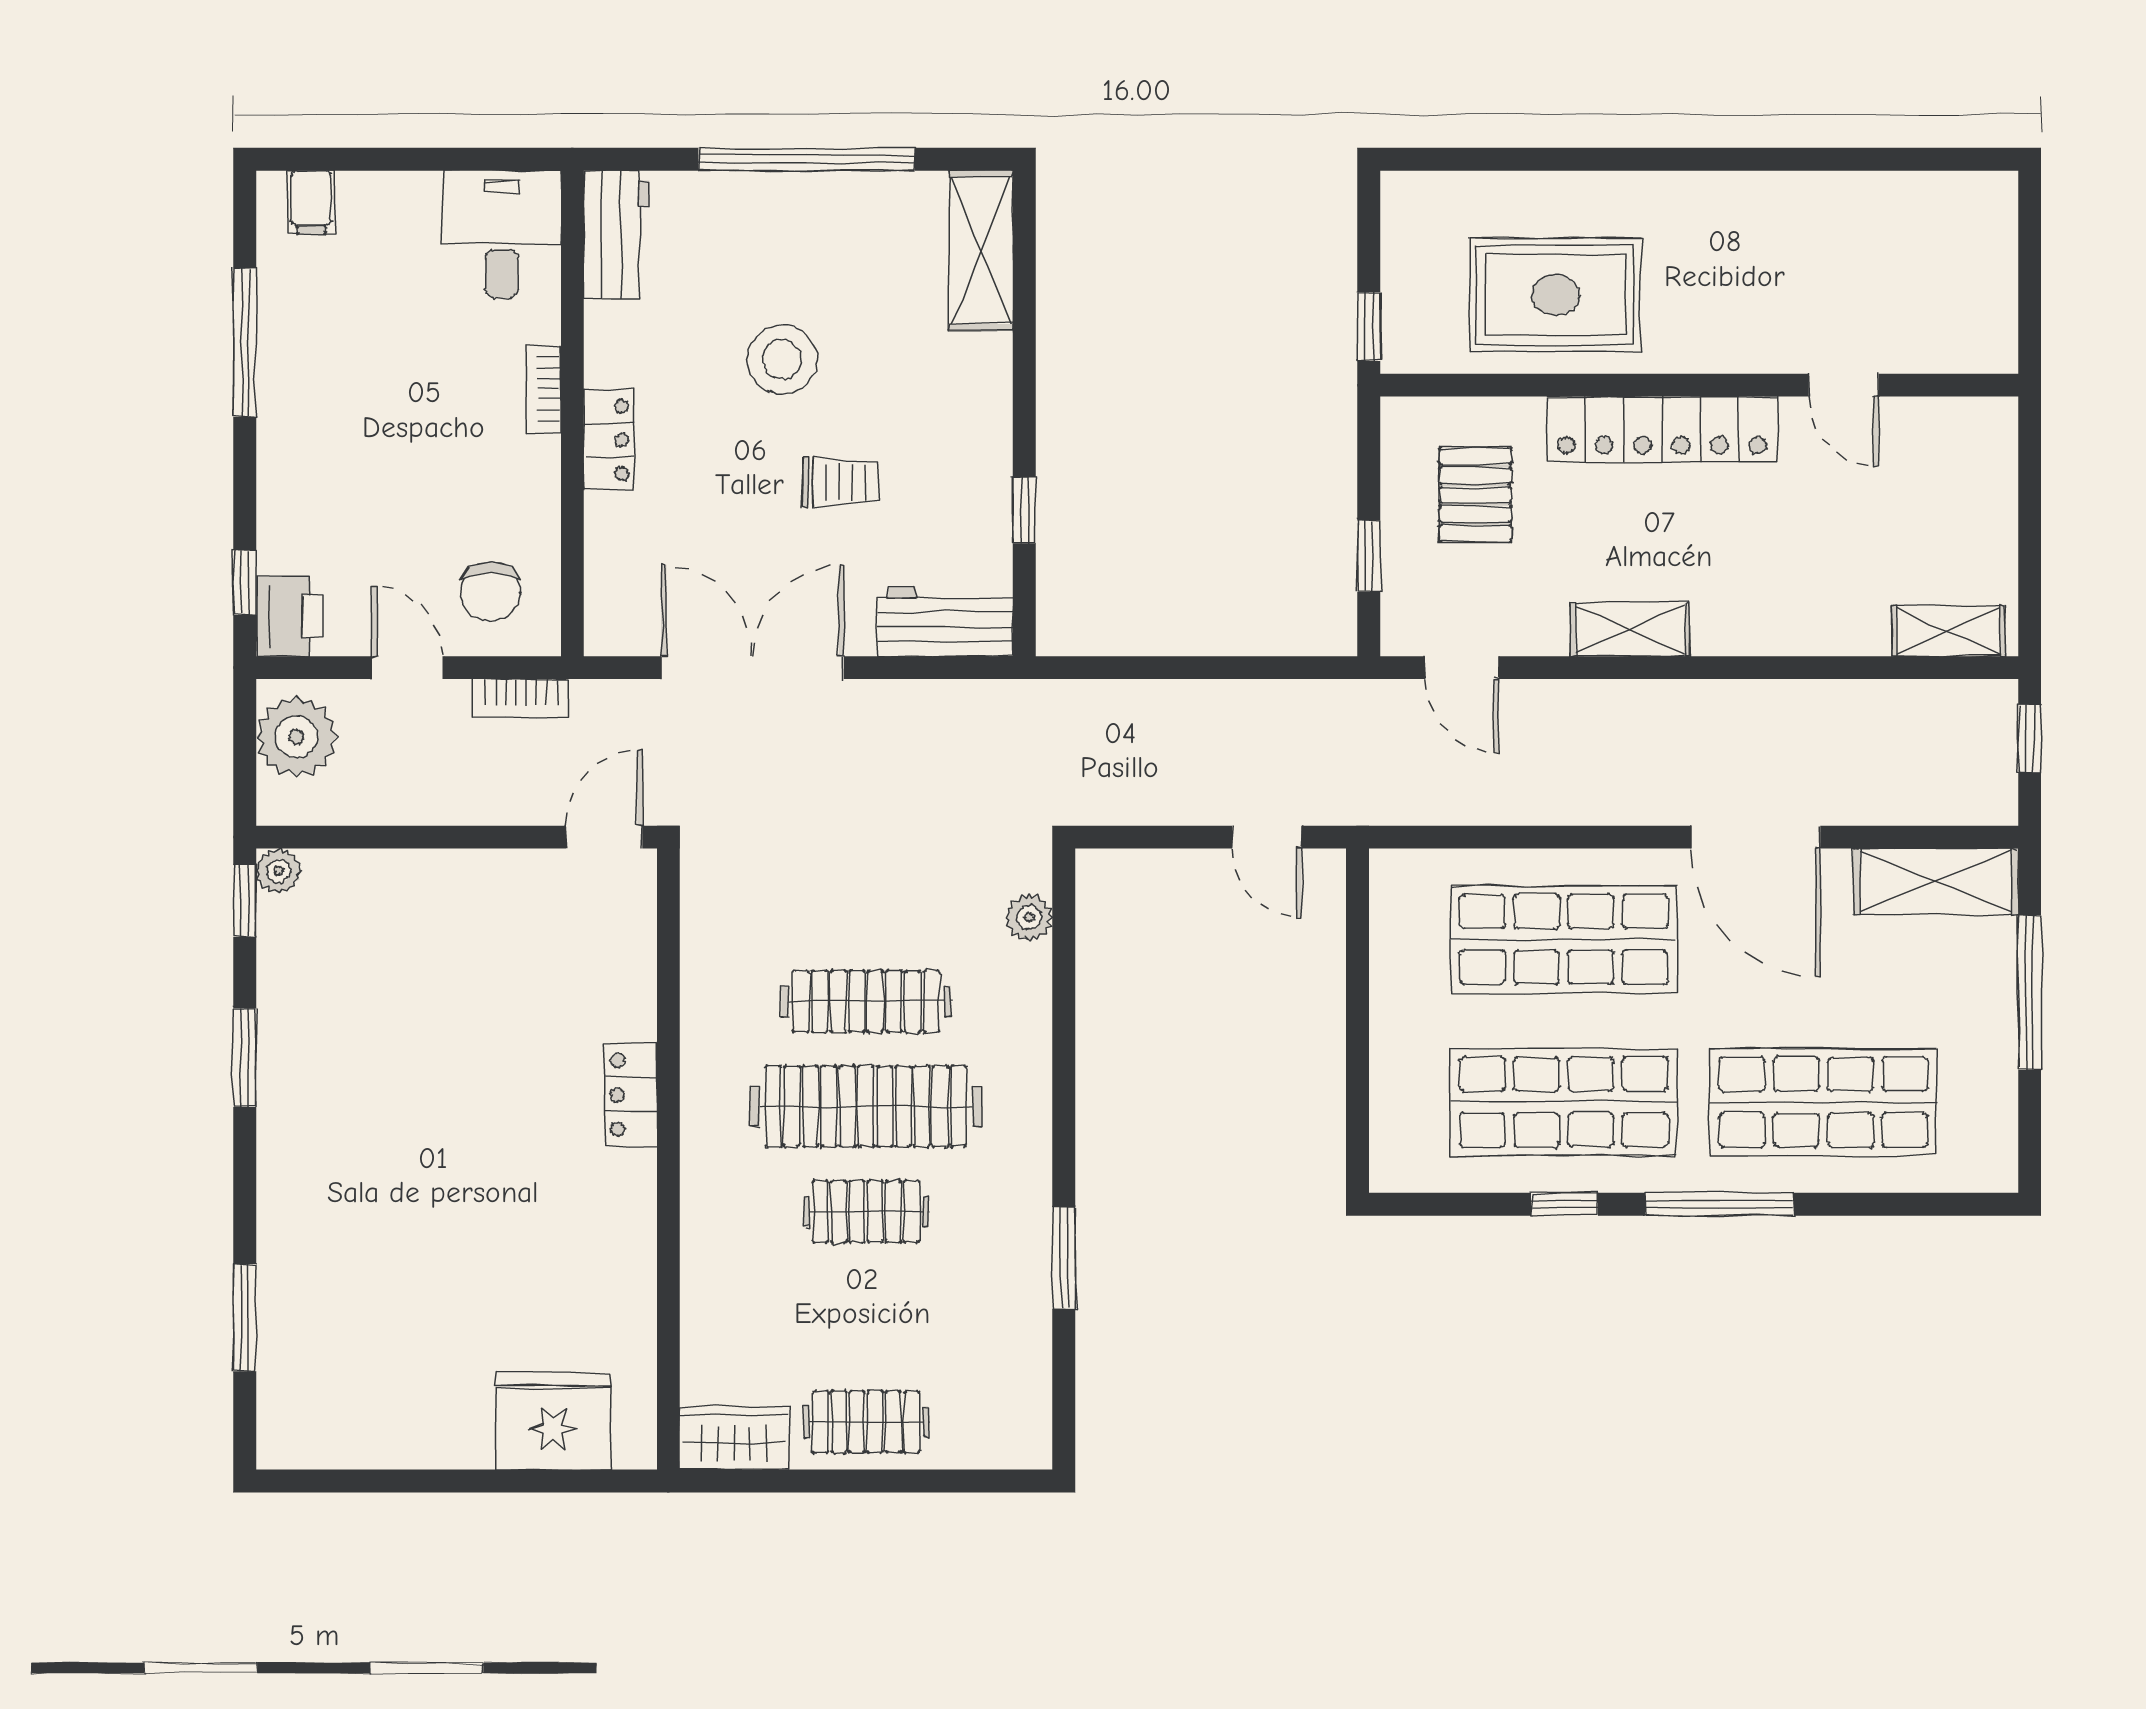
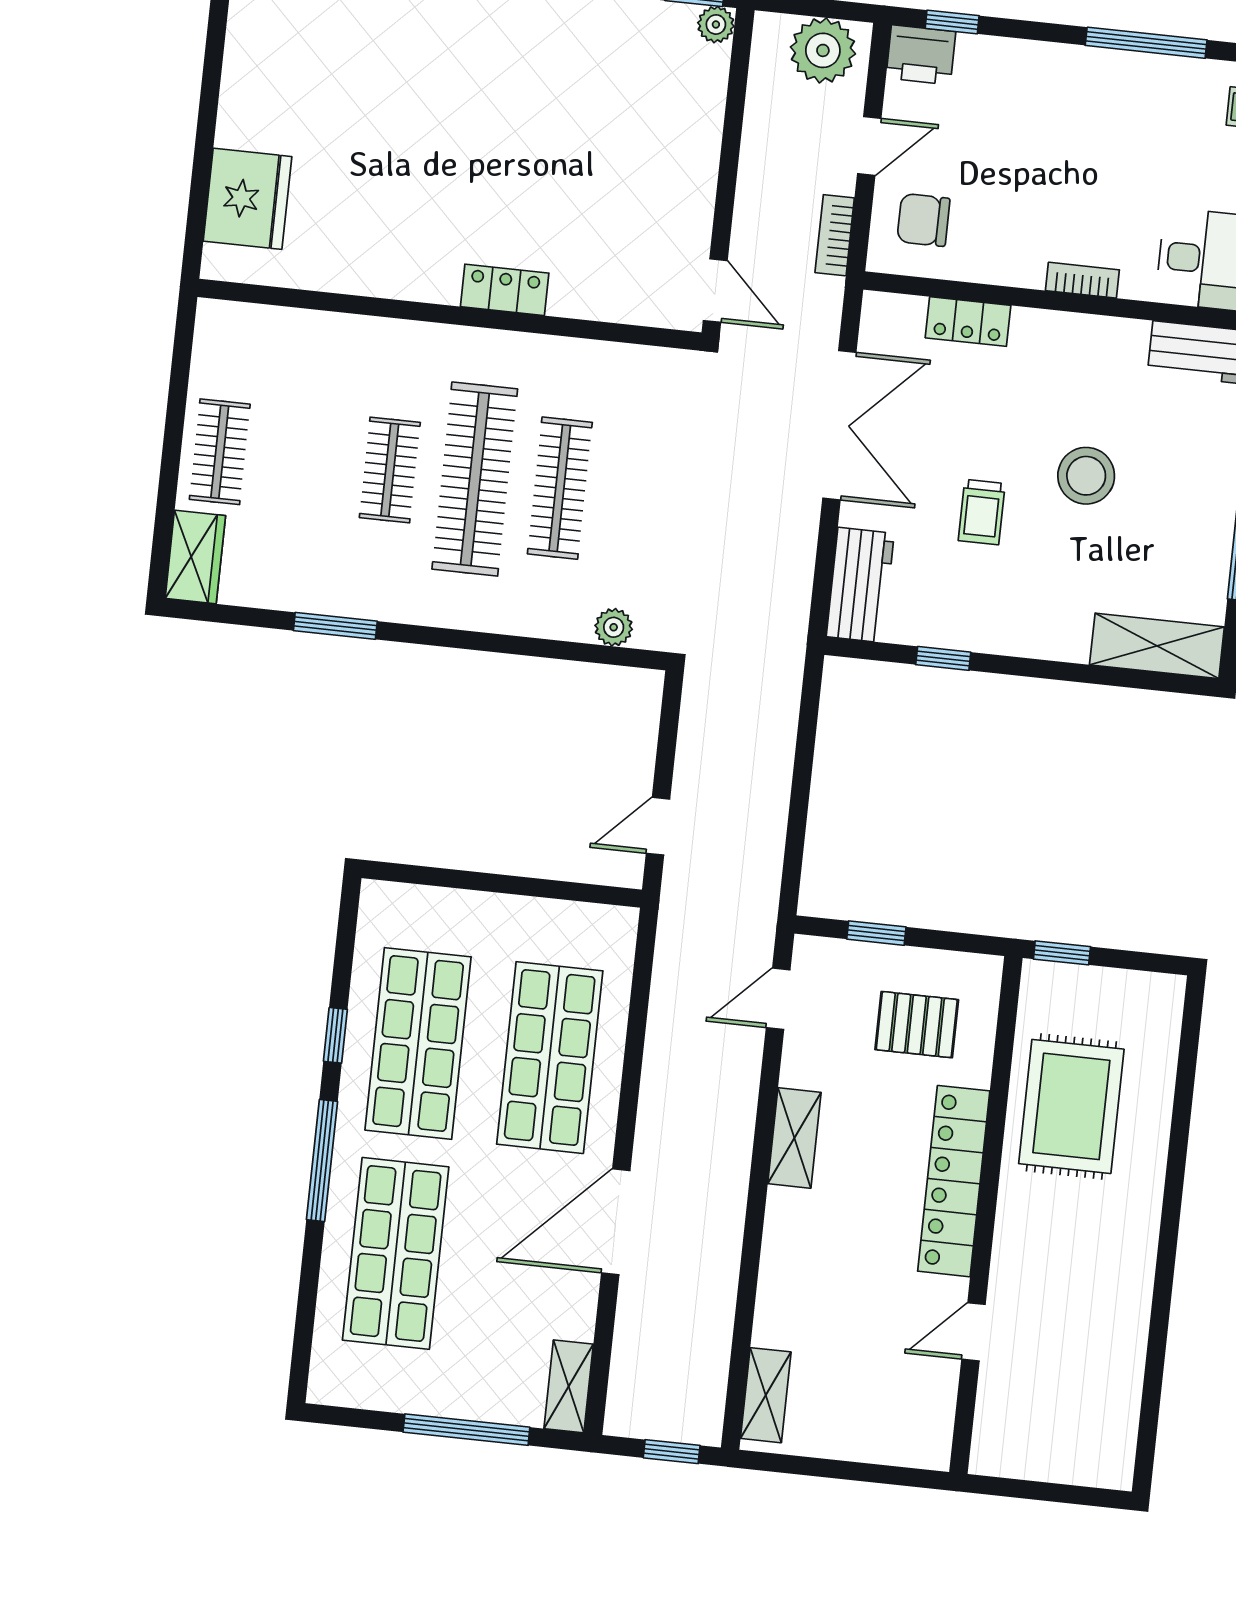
locker: (609, 440) -> (968, 322), moved
shelving: (1936, 881) -> (569, 1386), width x0.67, depth x0.75
wardrobe: (734, 1438) -> (195, 557), moved

